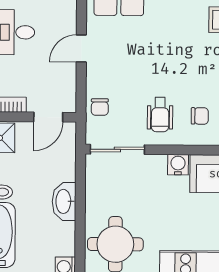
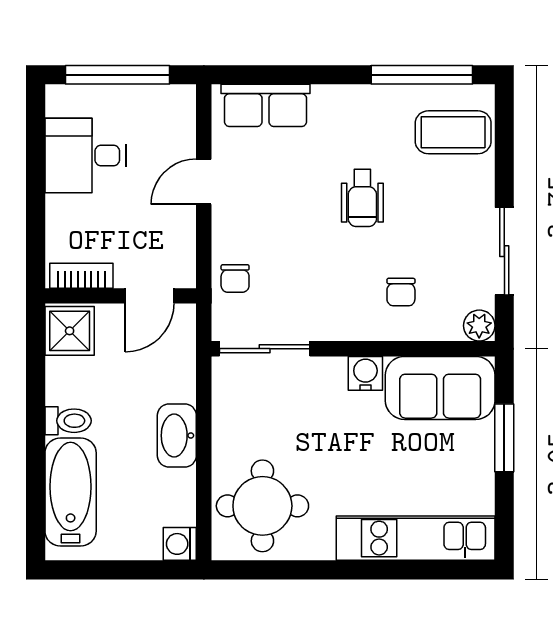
wheelchair: (160, 115) -> (362, 198), moved
chair: (200, 116) -> (401, 292), turned 90

